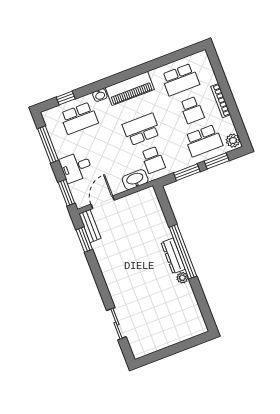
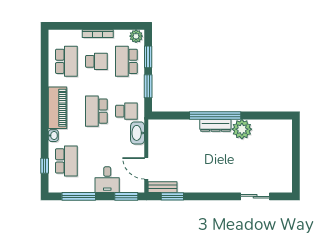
school desk: (204, 141) -> (126, 61), turned 180
plant: (182, 278) -> (242, 129), width x1.87, depth x1.87

